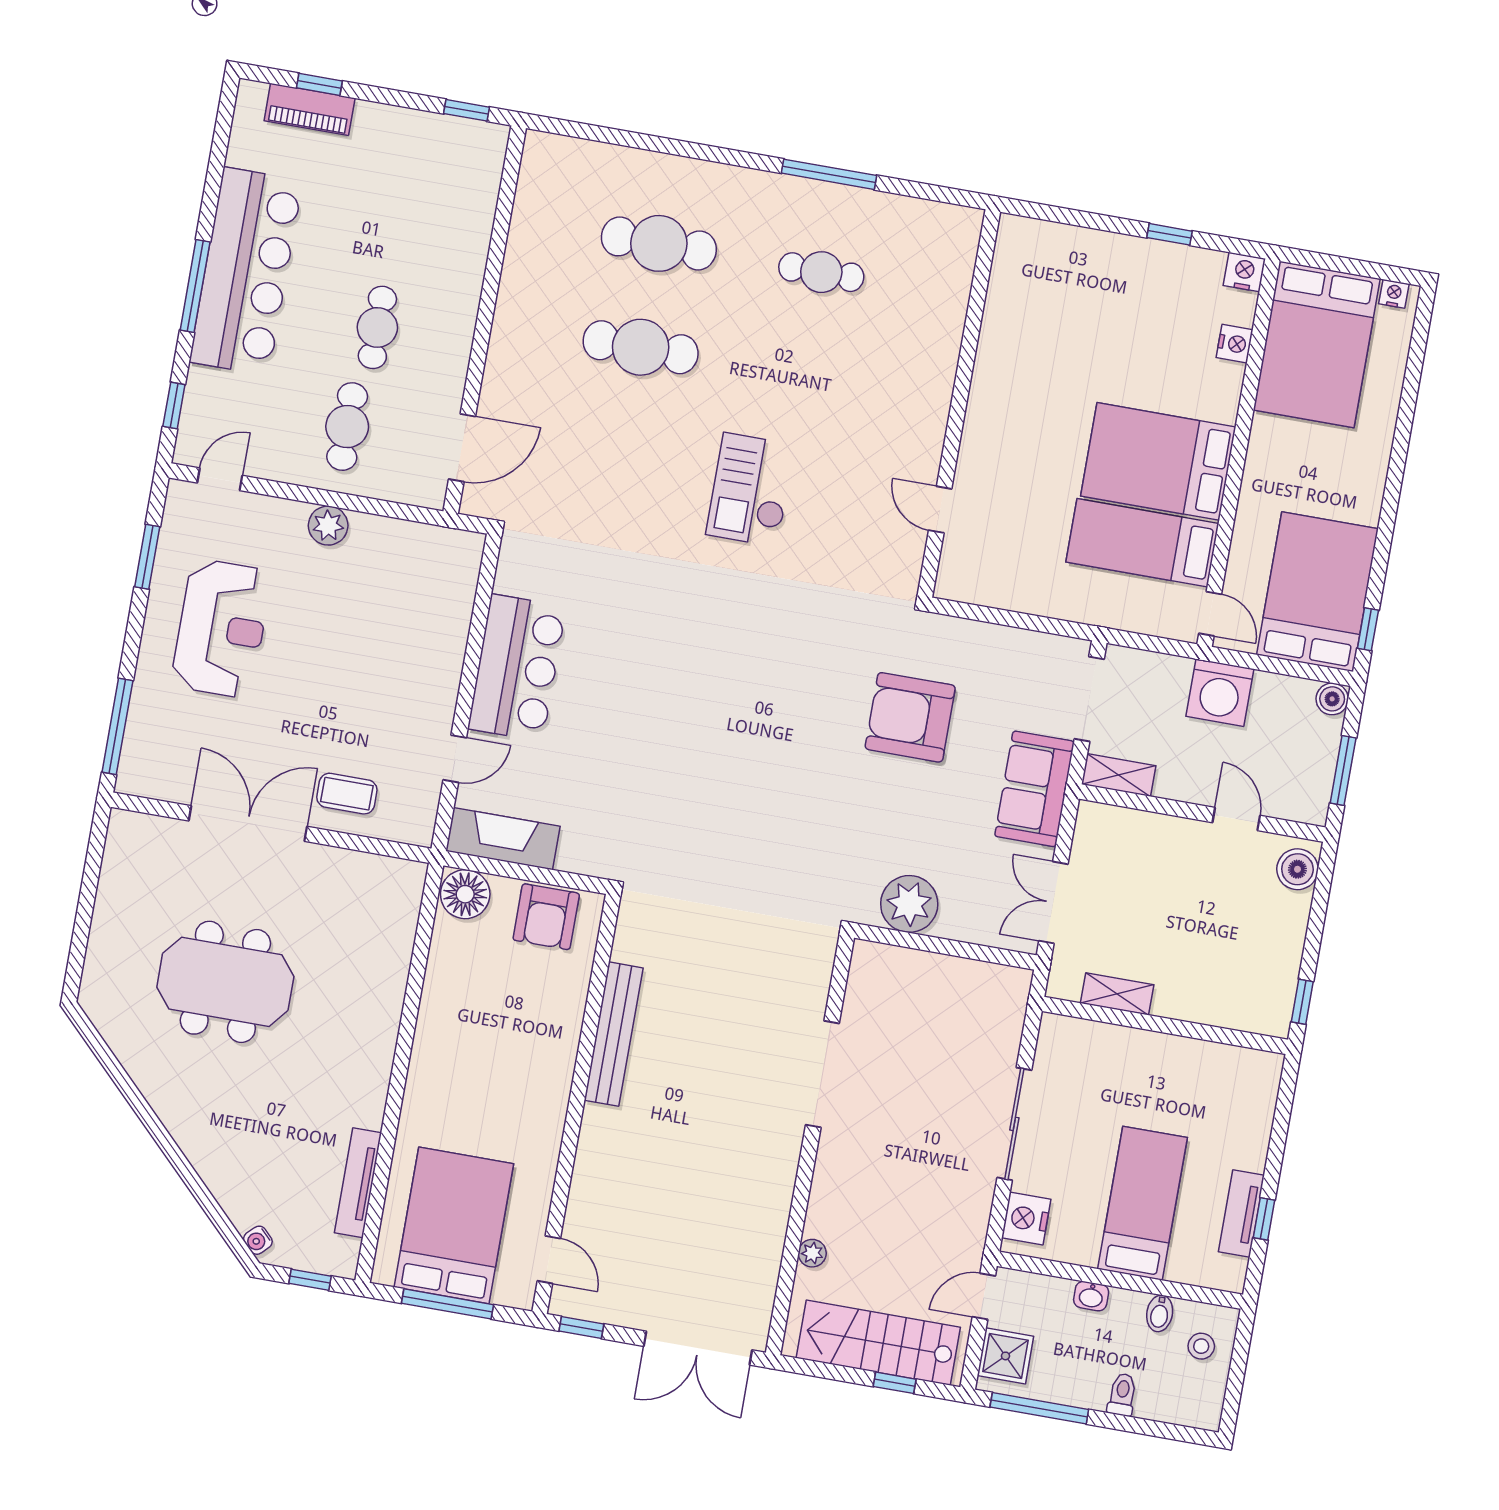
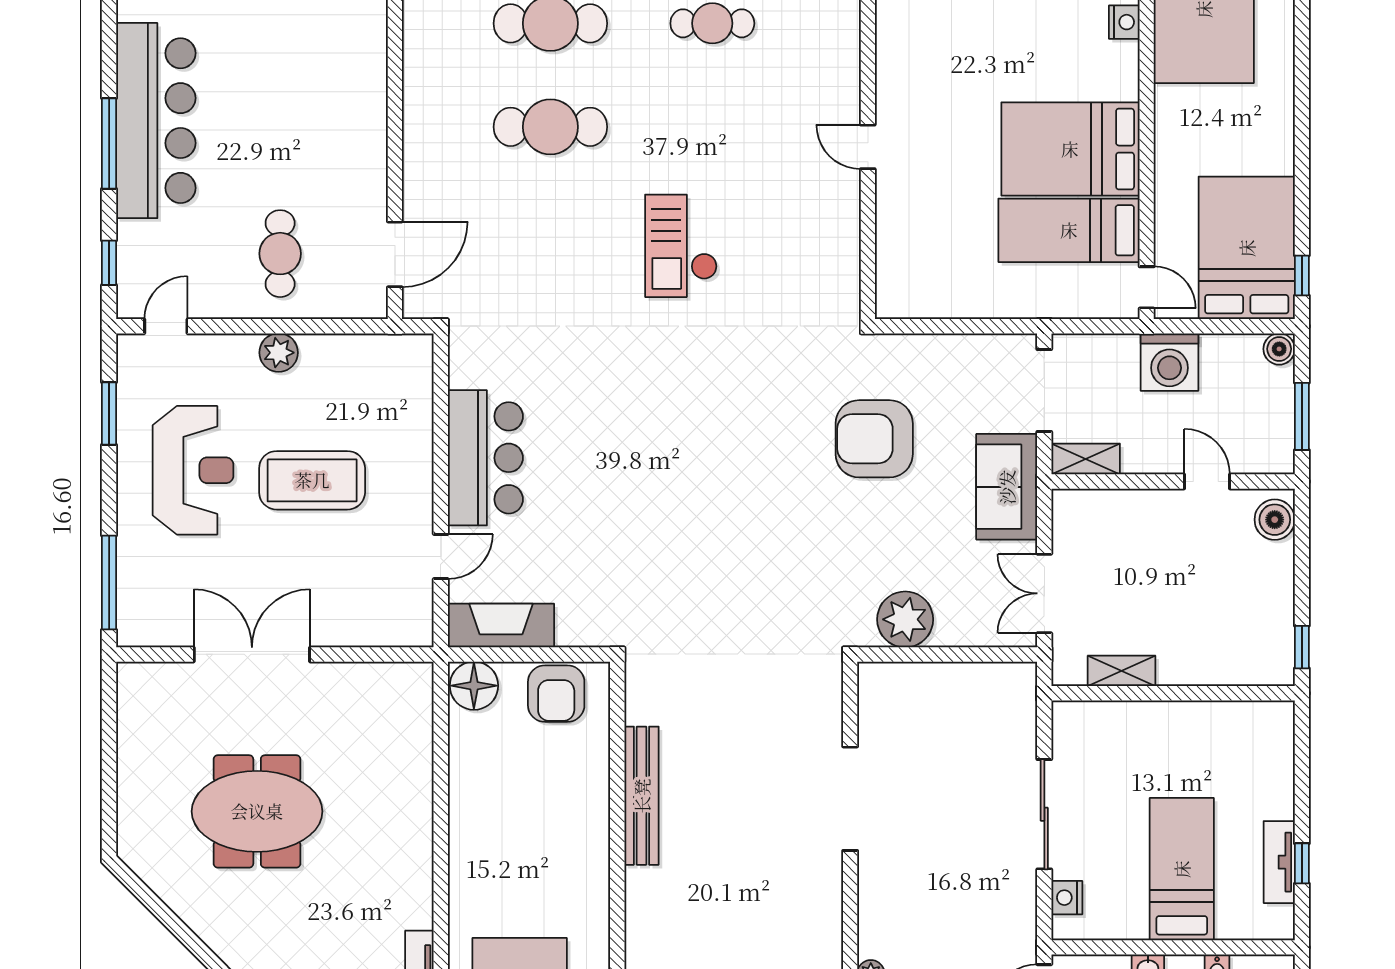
cafe table: (377, 327) -> (292, 153), removed
door: (940, 510) -> (868, 147), moved
coffee table: (347, 794) -> (312, 480), moved, width x1.86, depth x1.72
nightstand: (1026, 1218) -> (1067, 898), width x0.74, depth x0.75

